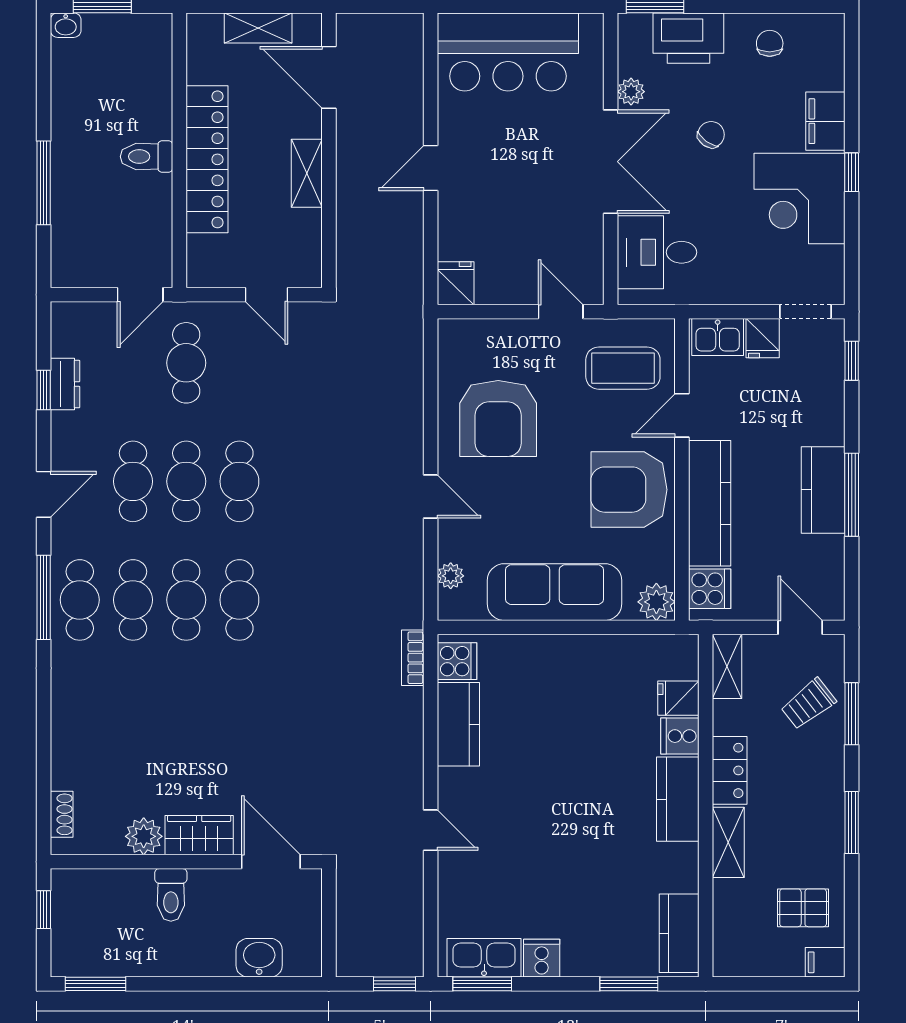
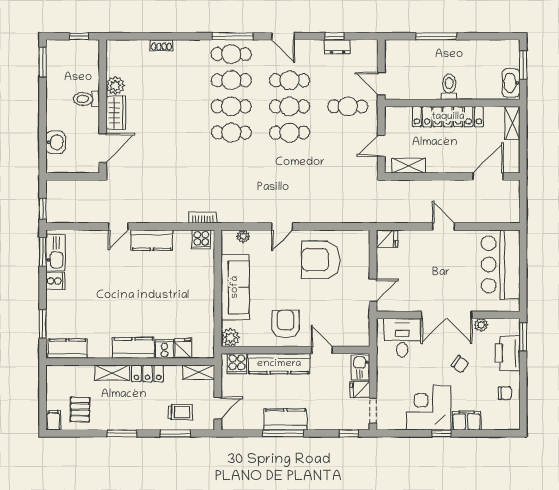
washbasin: (66, 25) -> (511, 83), moved, width x1.91, depth x1.45
shelving: (258, 28) -> (512, 123), moved
shelving: (307, 173) -> (409, 166), moved
coffee table: (623, 368) -> (345, 321), removed
armchair: (629, 490) -> (286, 324), width x0.73, depth x0.73
trolley: (808, 704) -> (180, 412), turned 128
kitchen counter: (458, 724) -> (152, 240), moved
shoe rack: (62, 814) -> (161, 45), moved

